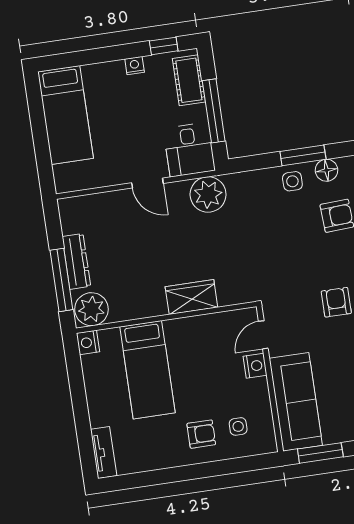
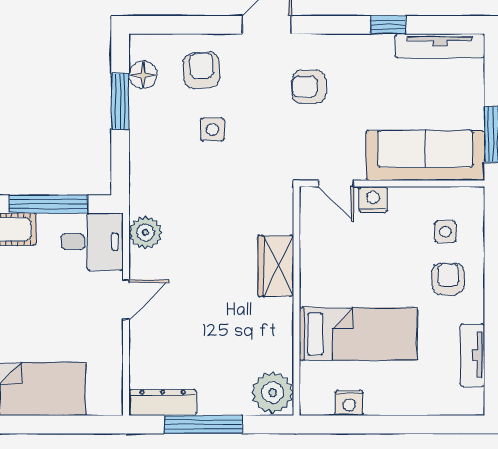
side table: (292, 181) -> (213, 130), moved
plant: (208, 194) -> (145, 232), width x0.73, depth x0.73
dresser: (76, 261) -> (163, 402), moved
window: (61, 280) -> (203, 424), moved
nightstand: (88, 342) -> (349, 403), moved
tv unit: (104, 453) -> (473, 355), moved, turned -90

